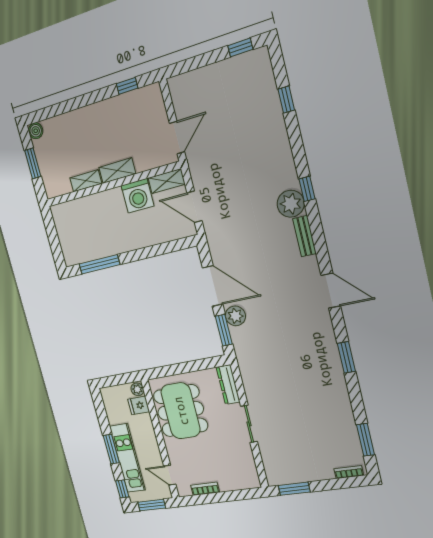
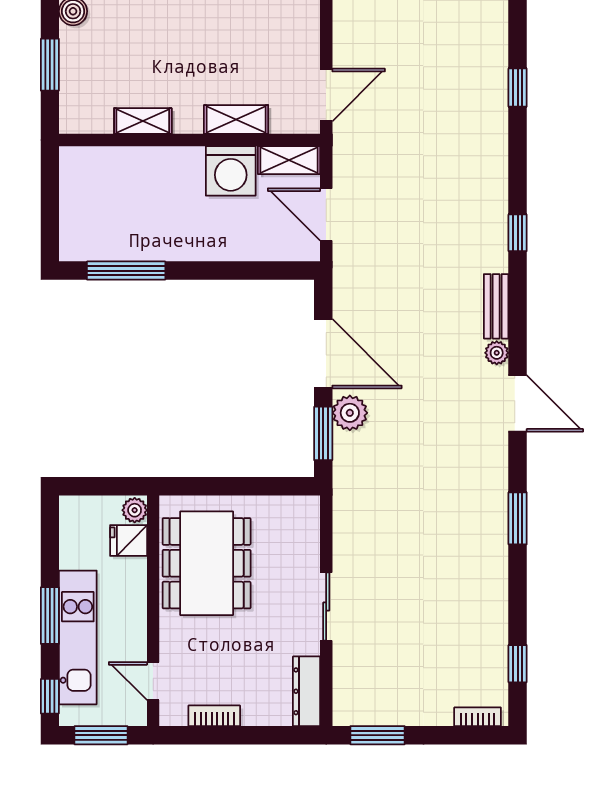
shelving: (117, 171) -> (236, 119), moved
plant: (291, 204) -> (497, 353), moved, width x0.53, depth x0.53
dresser: (228, 385) -> (307, 691), moved
window: (365, 440) -> (518, 664), width x0.67

